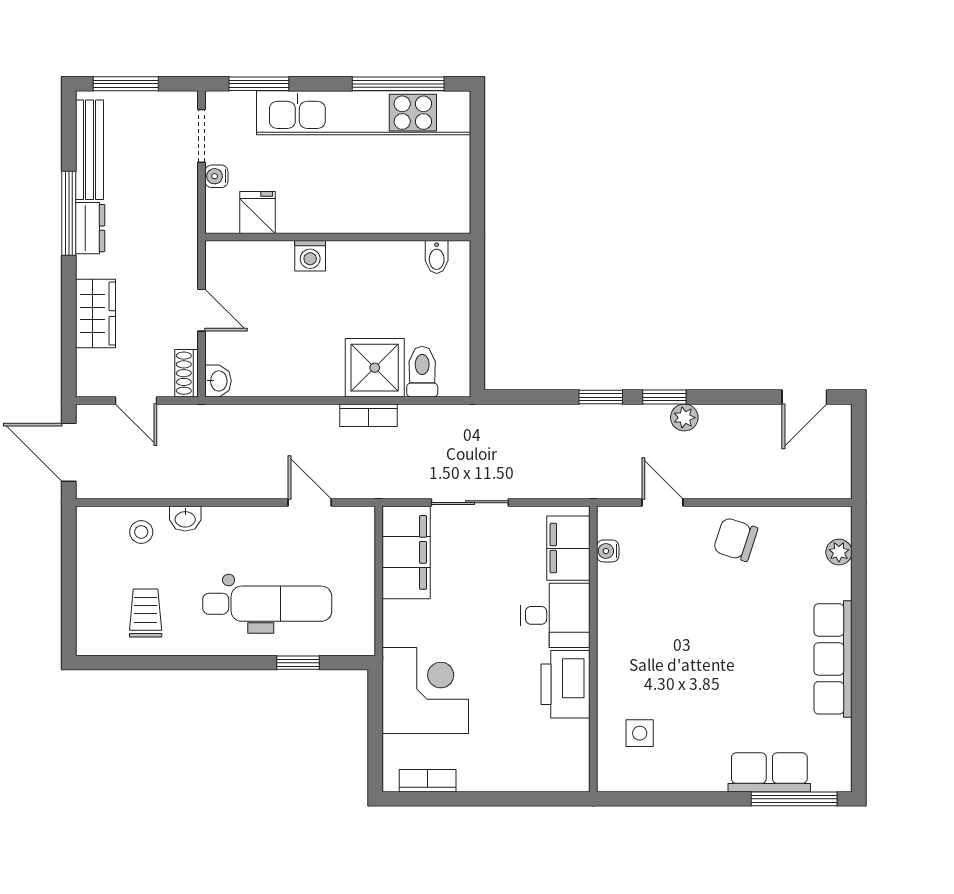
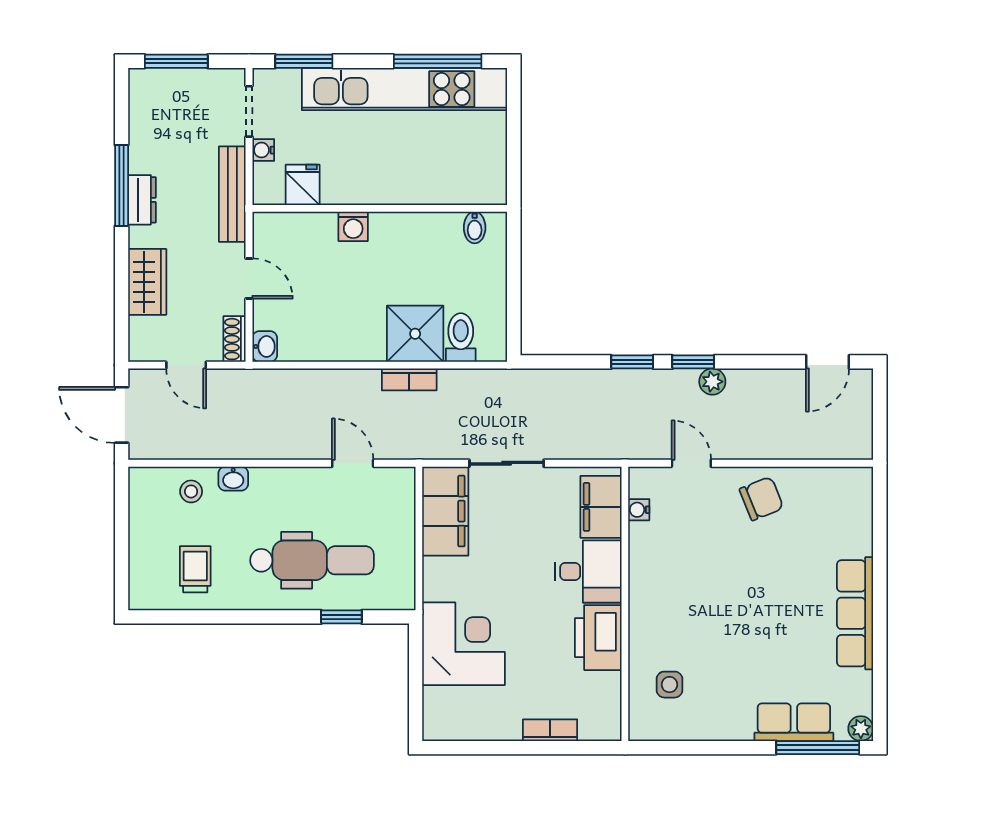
bench: (90, 150) -> (232, 194), moved
chair: (735, 539) -> (761, 499), turned 140
plant: (839, 552) -> (861, 729), moved
bookcase: (428, 781) -> (550, 730), moved

